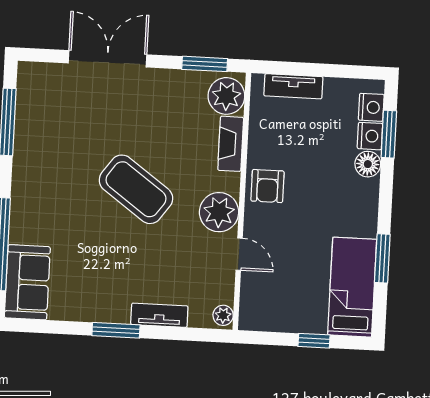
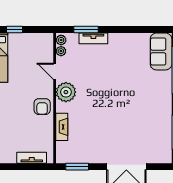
plant: (226, 96) -> (61, 51), moved, width x0.53, depth x0.53
armchair: (267, 186) -> (42, 107), turned 180
coffee table: (136, 189) -> (109, 101), removed
window: (116, 330) -> (86, 30), moved

